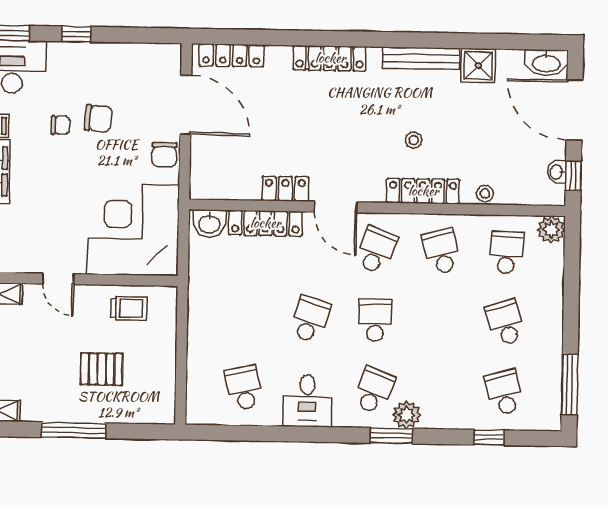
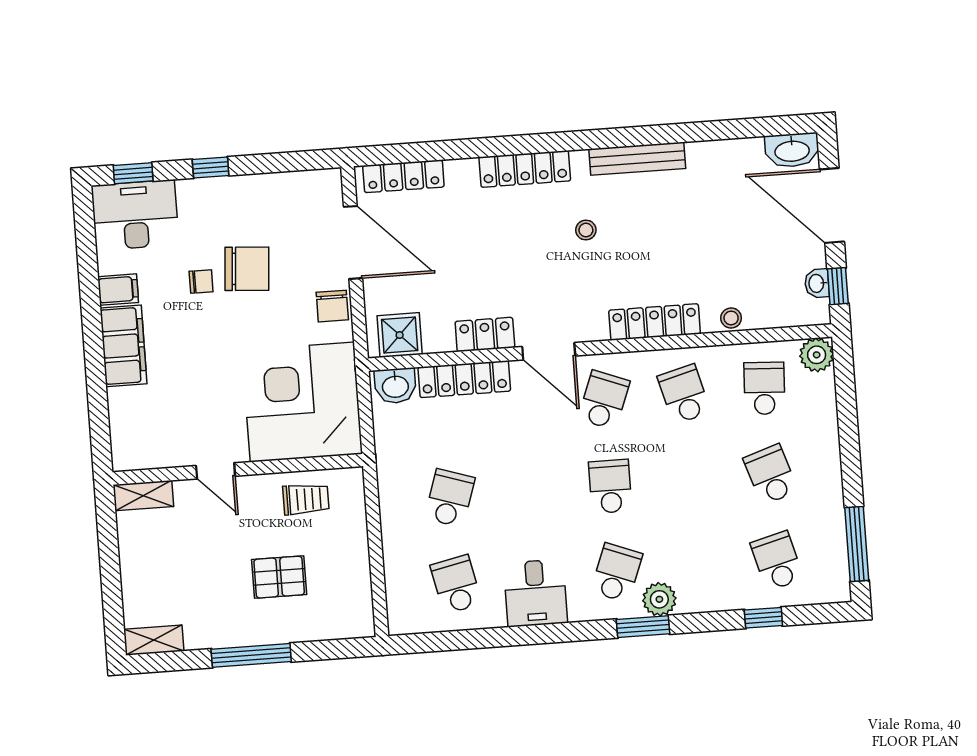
shower: (478, 65) -> (400, 335), moved
chair: (98, 118) -> (247, 269), width x1.37, depth x1.37
stool: (414, 140) -> (586, 230), moved
school desk: (310, 319) -> (450, 498), moved

